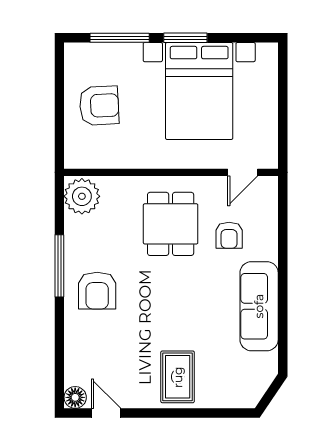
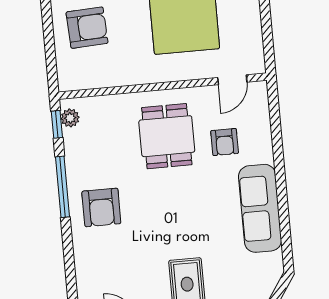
plant: (82, 196) -> (70, 118), width x0.53, depth x0.53
window: (59, 202) -> (57, 124), added

